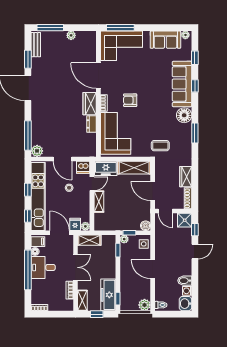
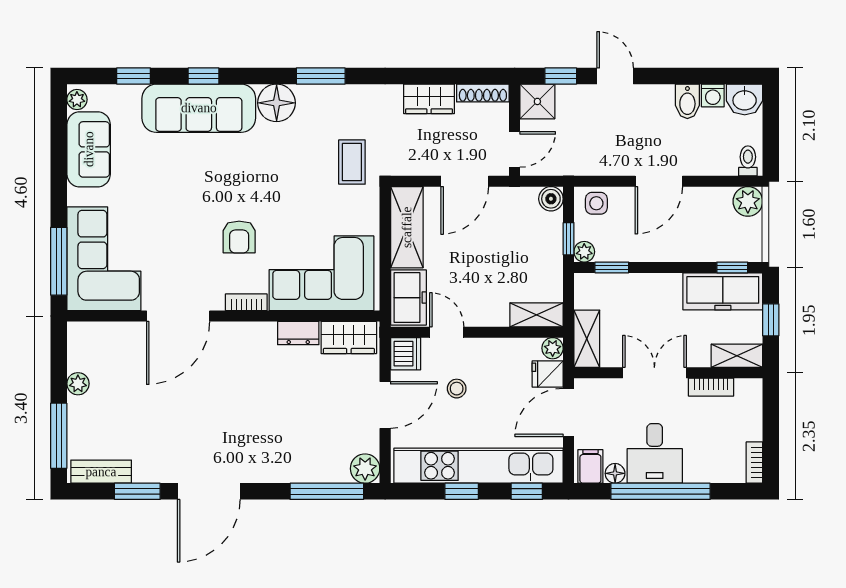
wardrobe: (90, 104) -> (349, 338), moved
shelving: (99, 202) -> (536, 315), moved

